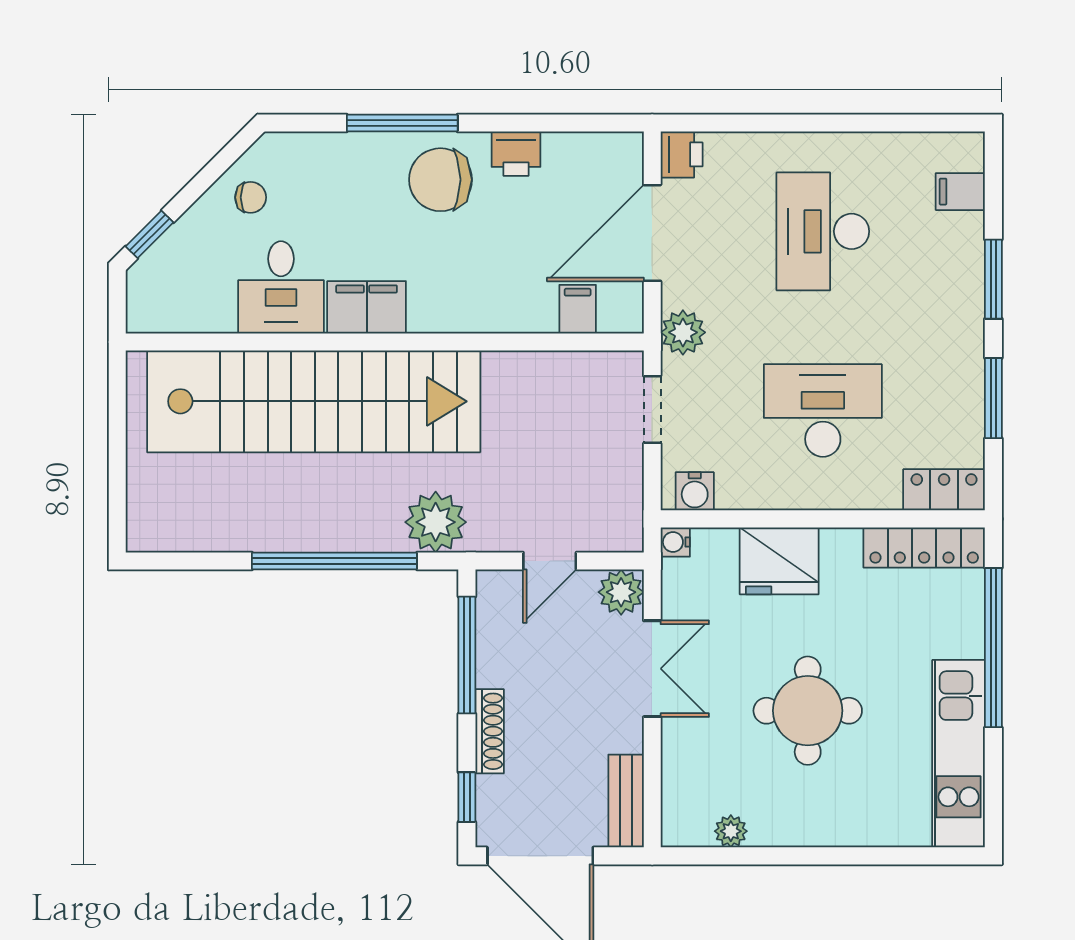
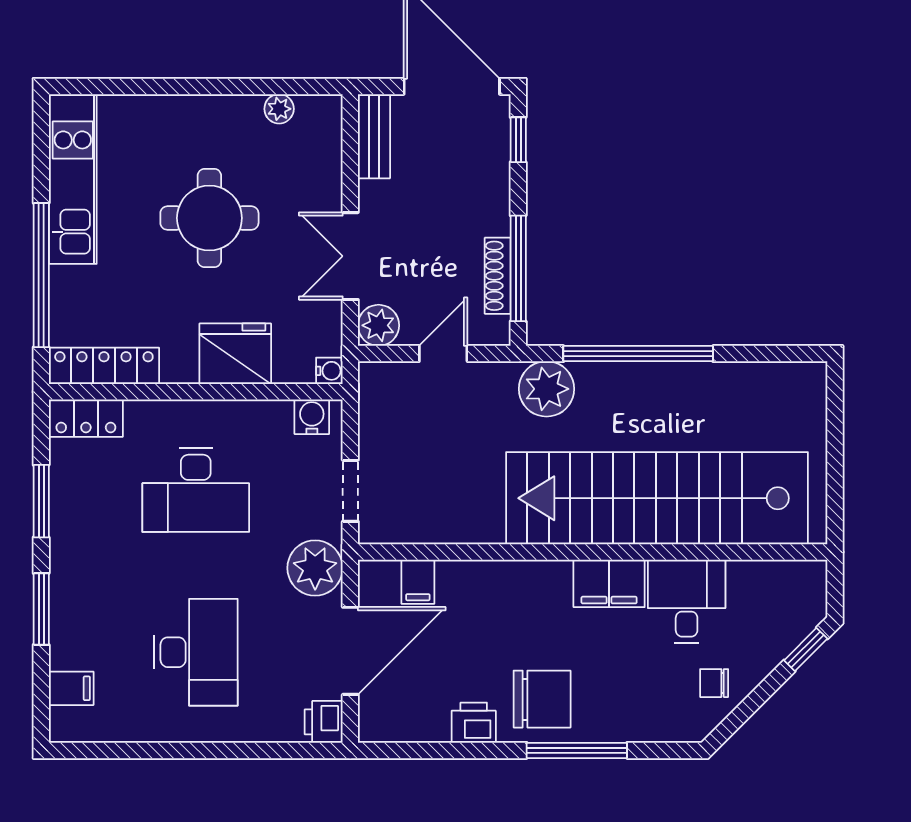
plant: (683, 332) -> (315, 568), width x1.36, depth x1.36
shoe rack: (490, 731) -> (498, 276), moved

